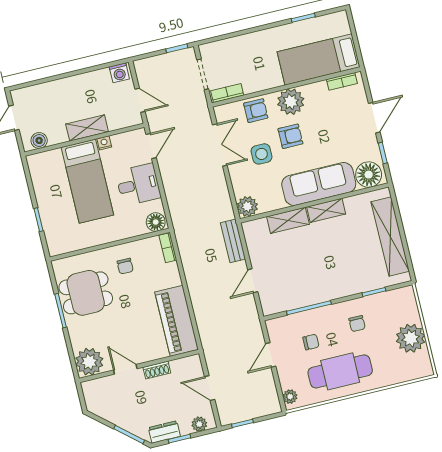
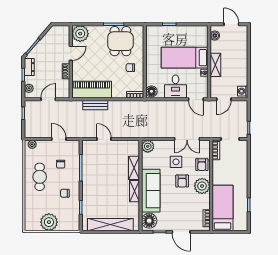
bench: (233, 241) -> (95, 105), moved
cafe table: (340, 371) -> (40, 177), width x0.73, depth x0.74

